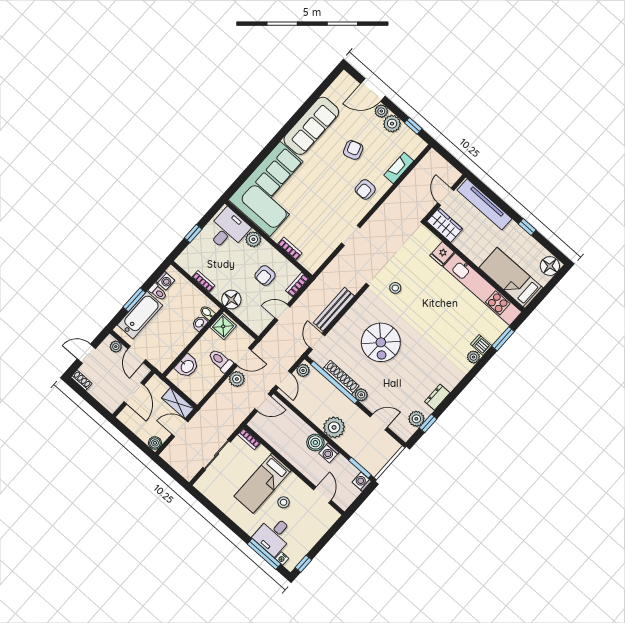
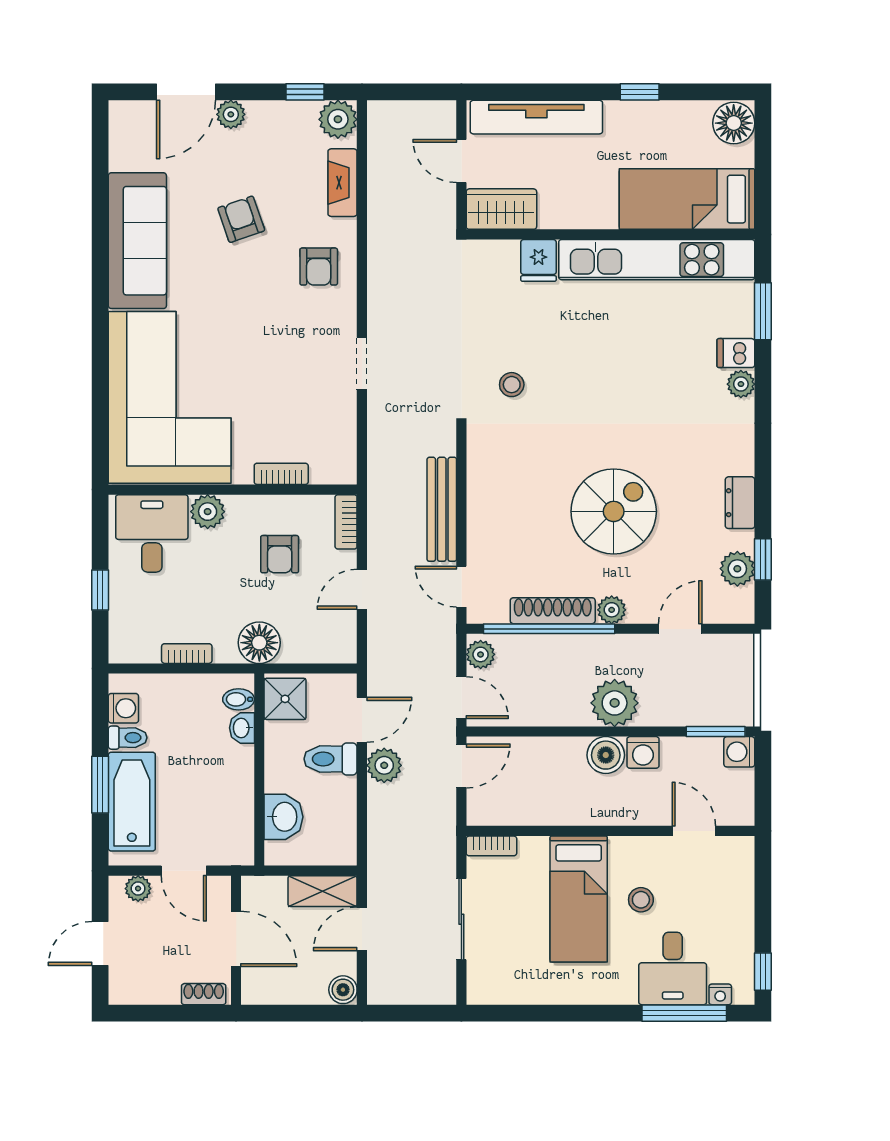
plant: (392, 124) -> (338, 119), moved
spiral stairs: (381, 342) -> (614, 511), moved, turned -90
shoe rack: (81, 380) -> (204, 994), moved

